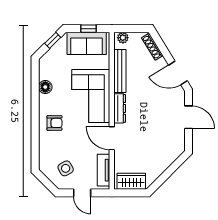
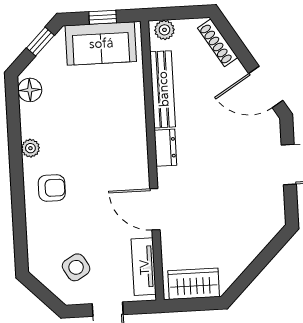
floor lamp: (45, 87) -> (30, 90), moved
corner sofa: (91, 96) -> (113, 136), removed
plant: (44, 100) -> (30, 148), added
dresser: (120, 108) -> (165, 148), width x0.70

